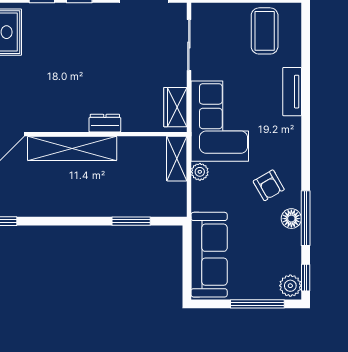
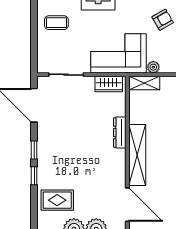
coffee table: (265, 31) -> (56, 23), width x0.73, depth x0.77
dresser: (105, 123) -> (120, 132), width x1.44

